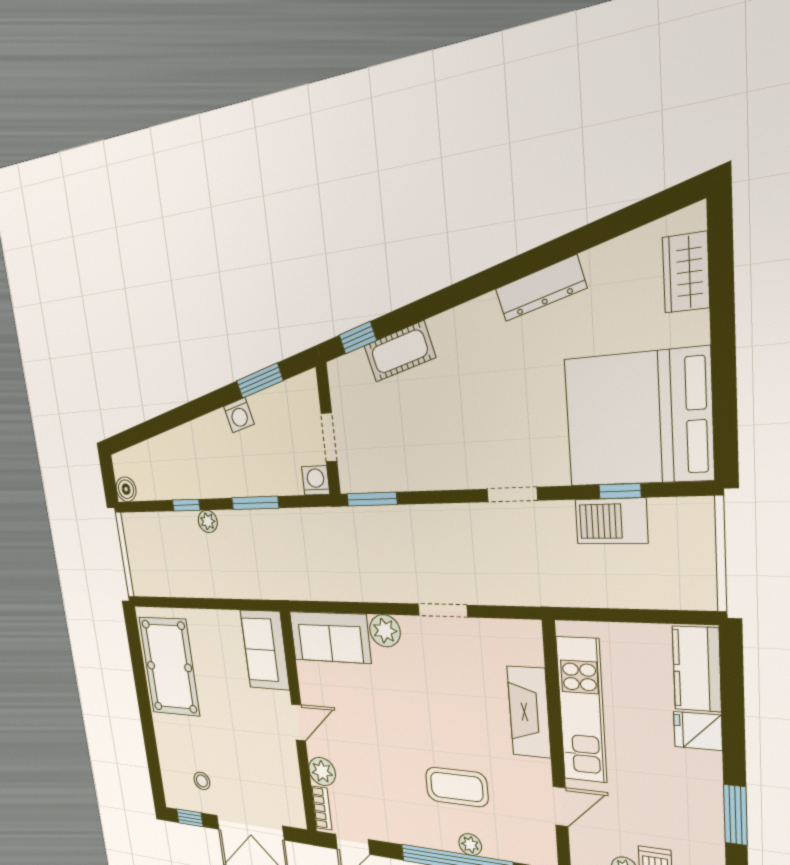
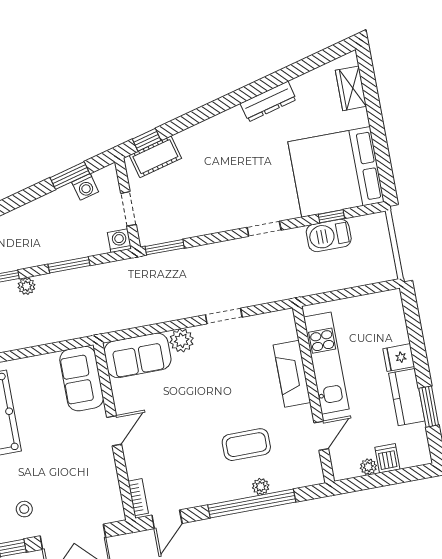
cot: (400, 352) -> (155, 157), moved
washing machine: (239, 415) -> (85, 187), moved
kitchen counter: (697, 669) -> (407, 397), moved
plant: (322, 771) -> (137, 466), removed

